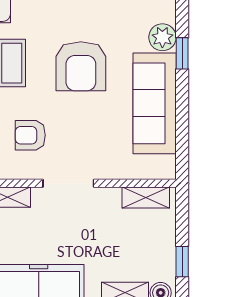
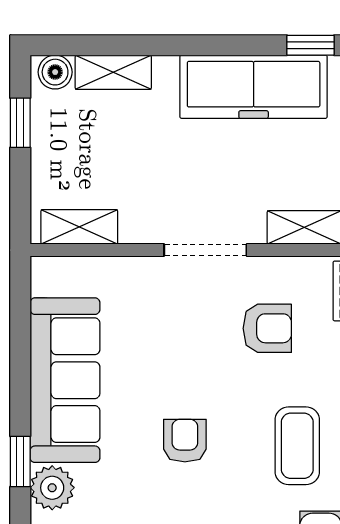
armchair: (81, 66) -> (185, 441), width x0.53, depth x0.53

